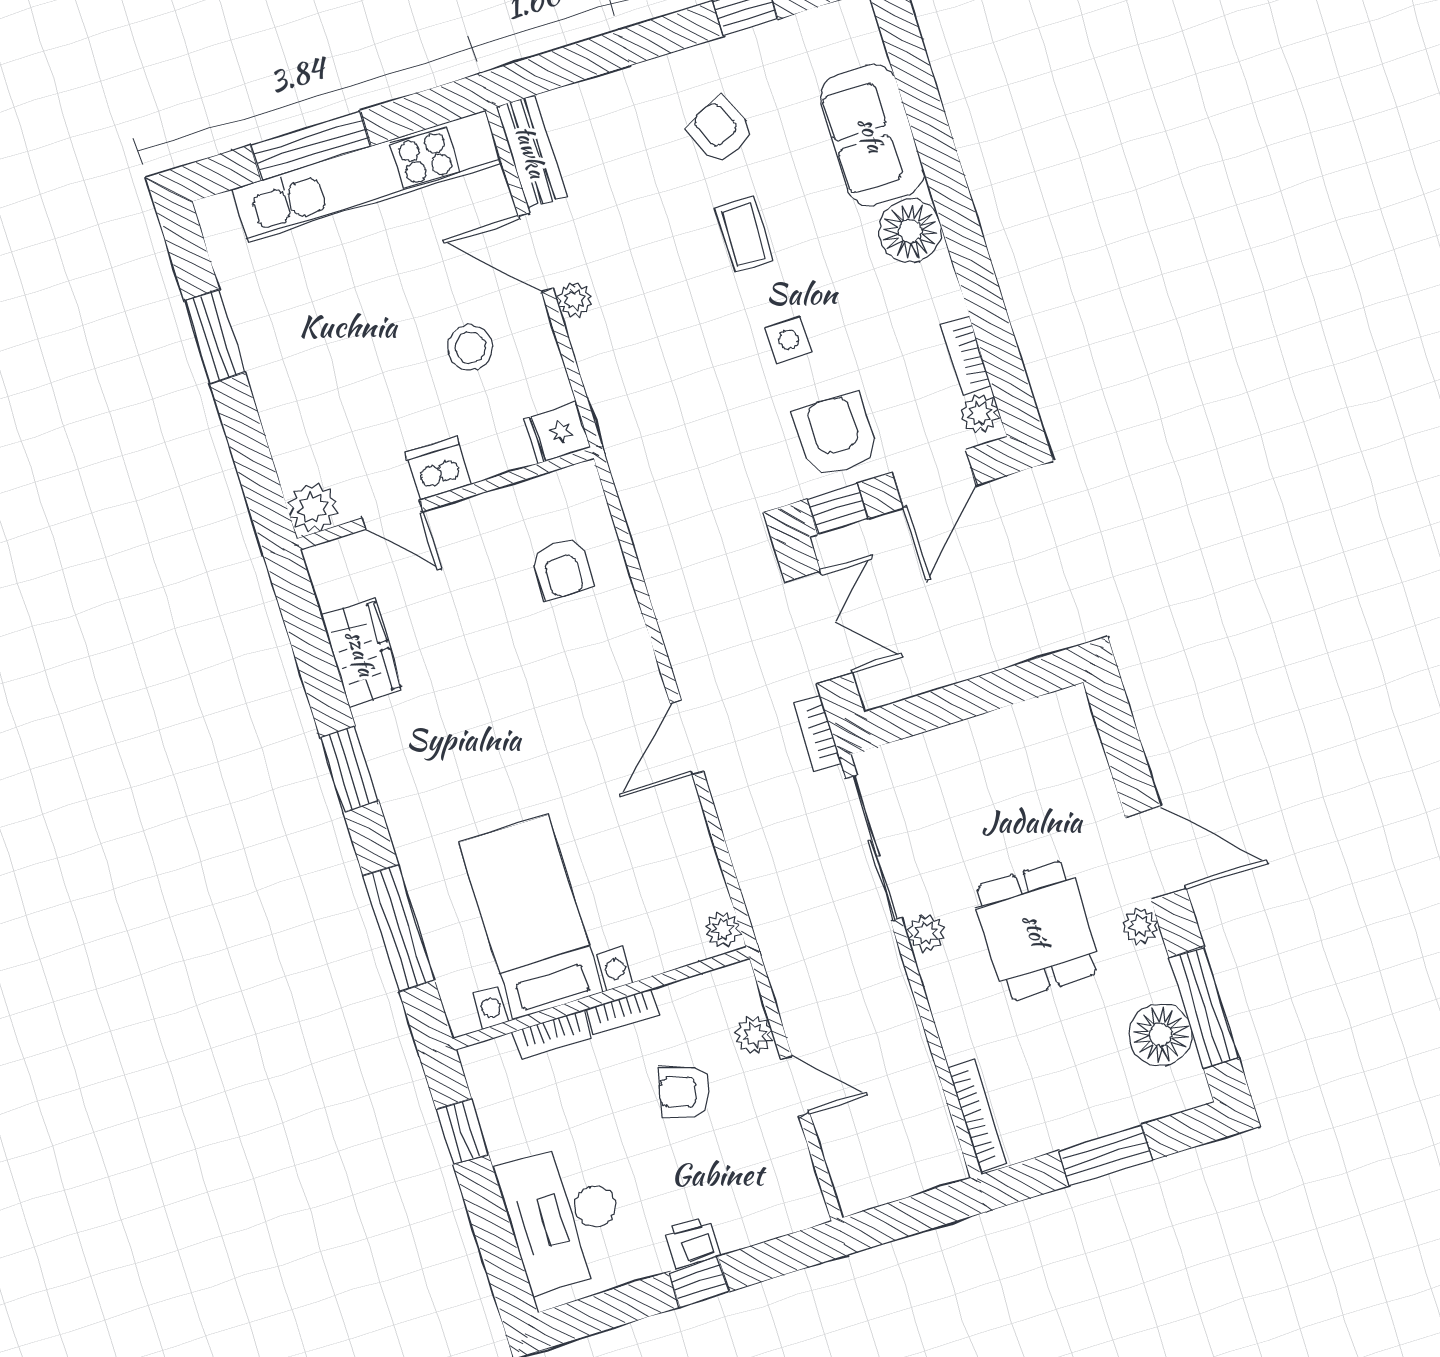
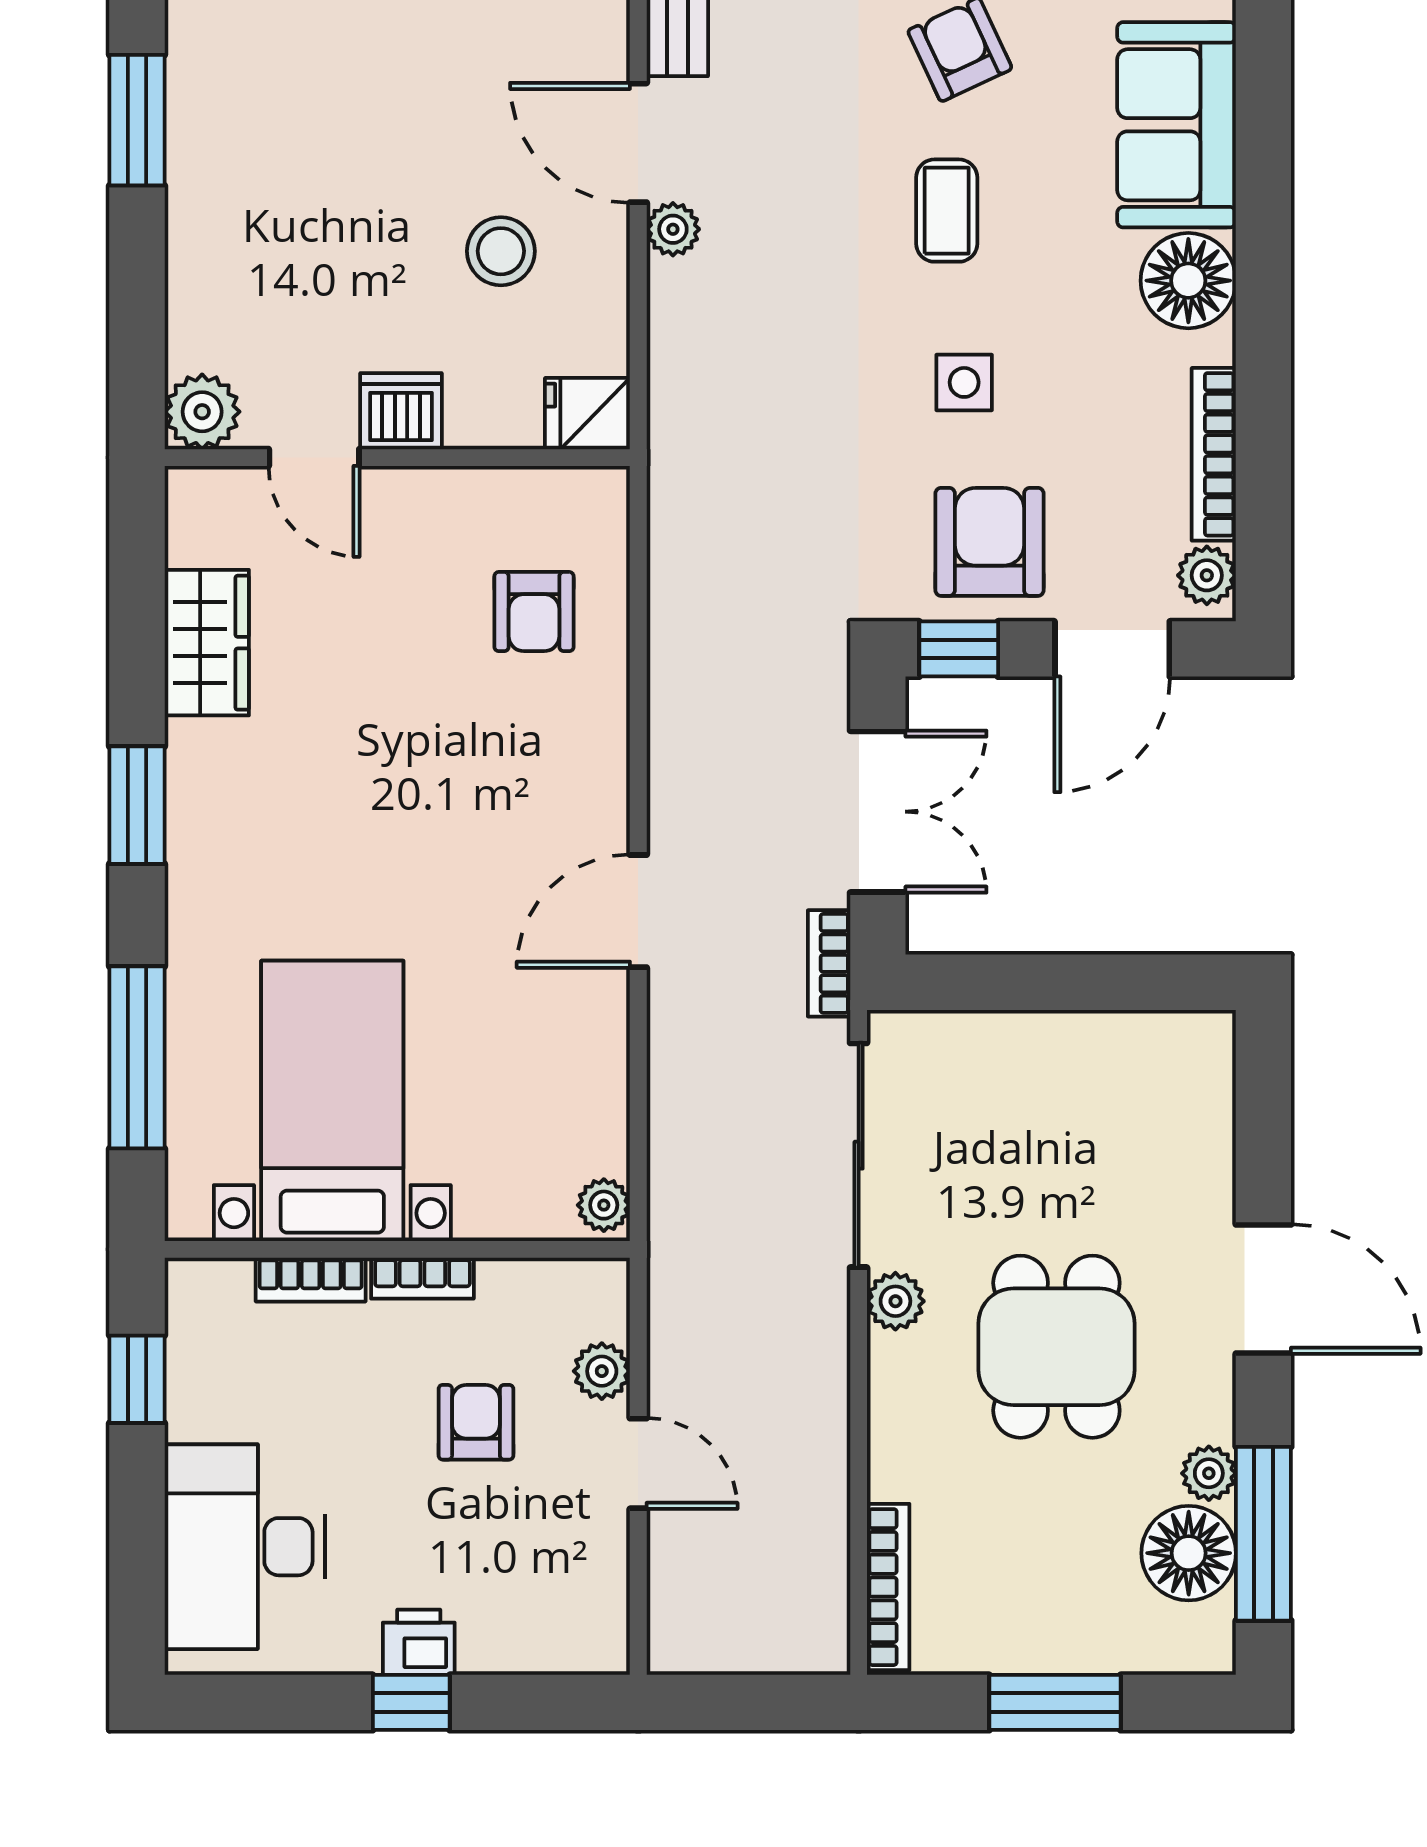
bookcase: (966, 355) -> (1214, 454), width x1.56
plant: (1141, 926) -> (1209, 1473), moved
armchair: (685, 1092) -> (476, 1422), turned 73

